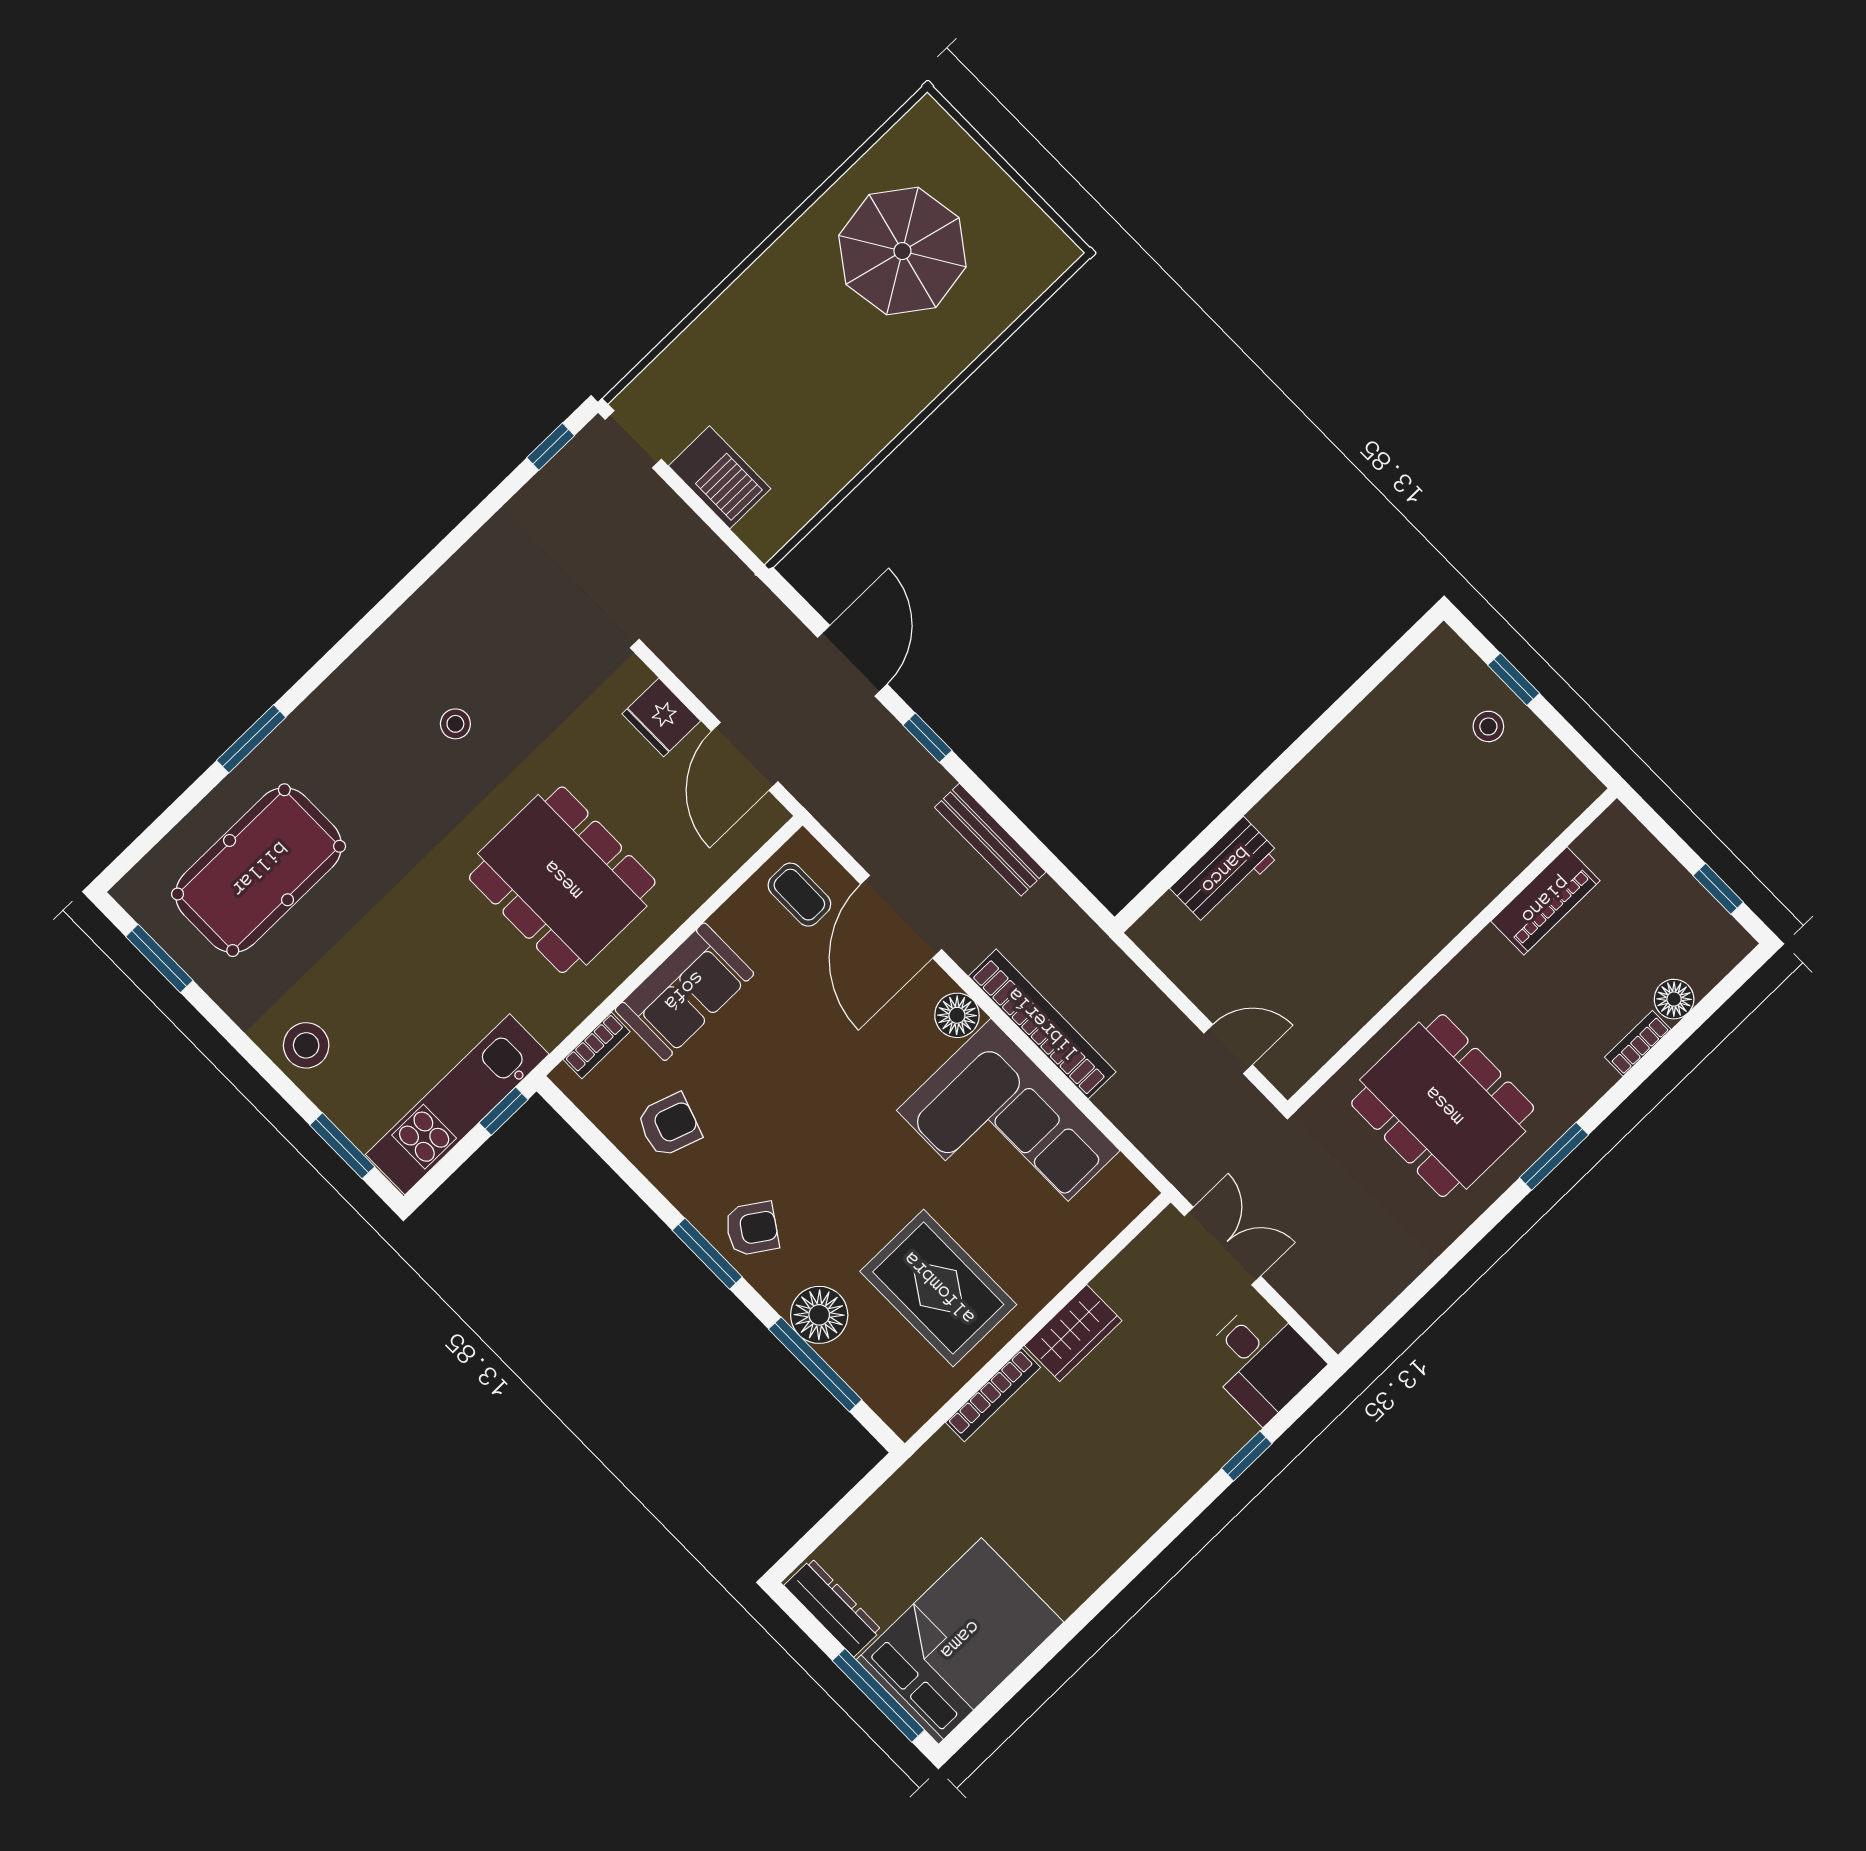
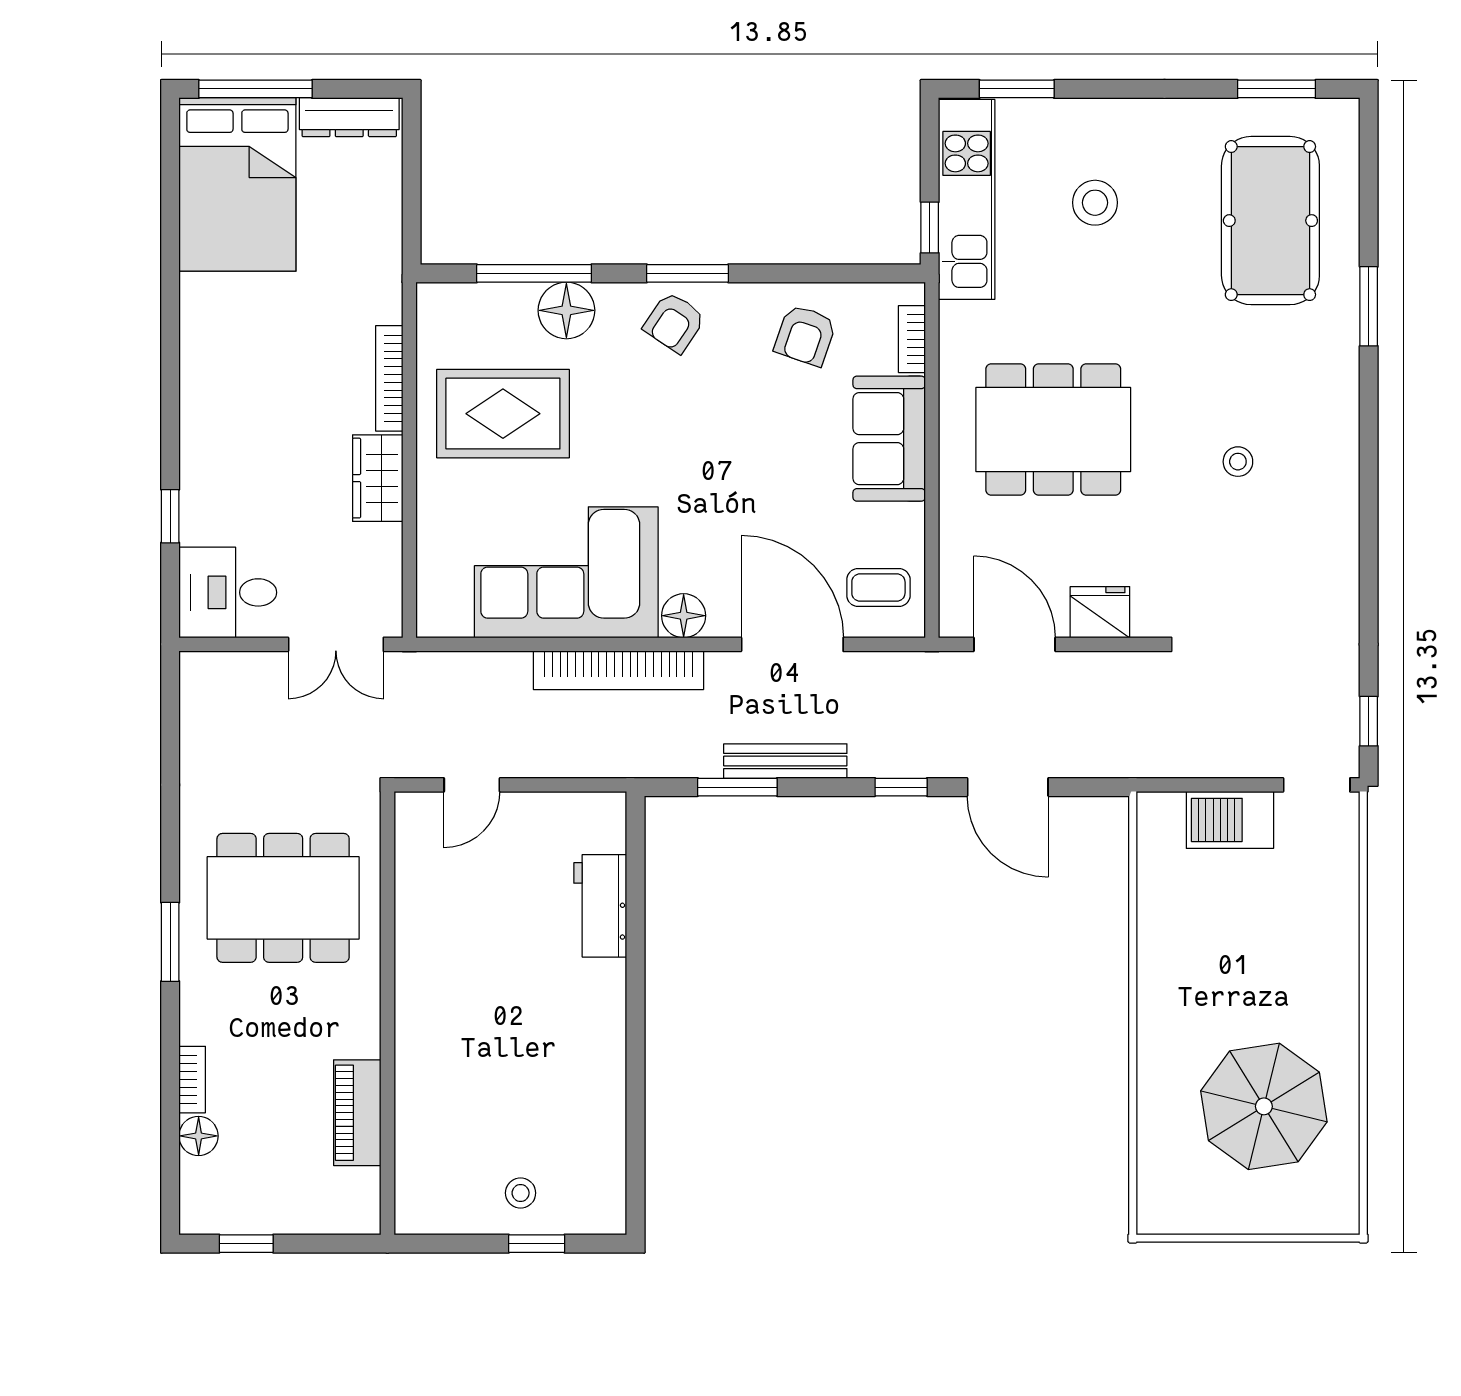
window: (1043, 856) -> (737, 787), added
stool: (306, 1045) -> (1095, 203), moved

